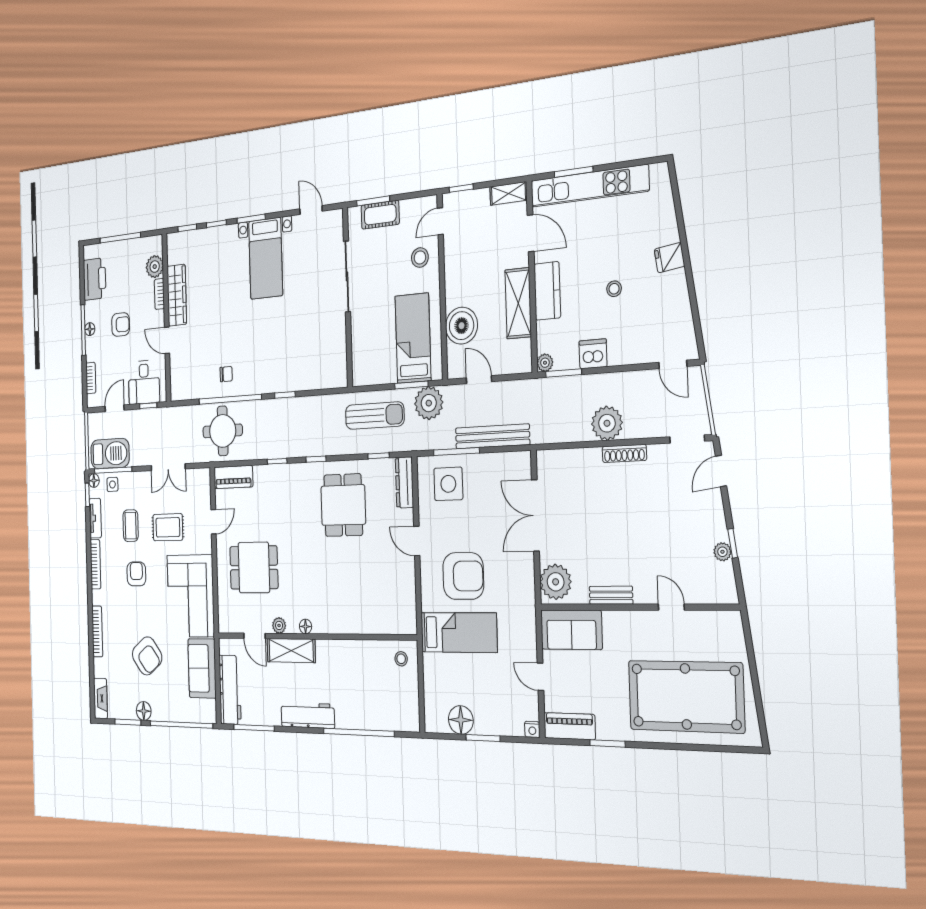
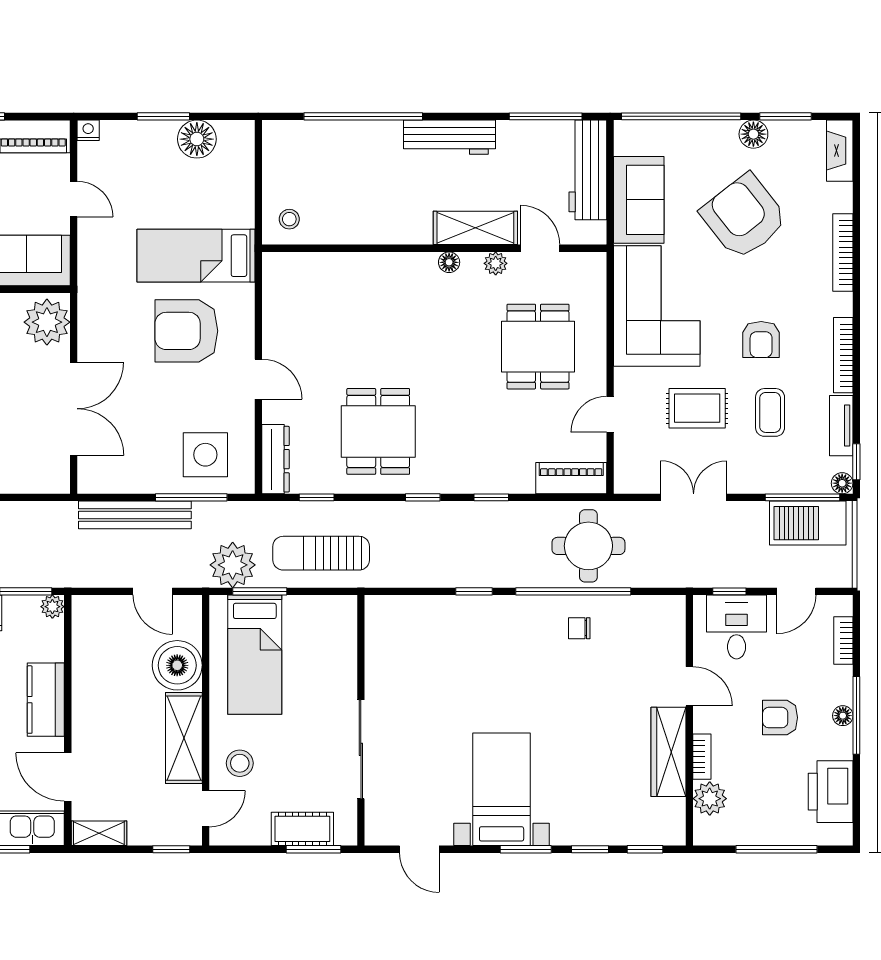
shelving: (518, 303) -> (184, 738), moved
side table: (112, 484) -> (804, 476), removed
dining table: (254, 567) -> (538, 347), turned 90
armchair: (147, 656) -> (744, 217), width x1.36, depth x1.36

